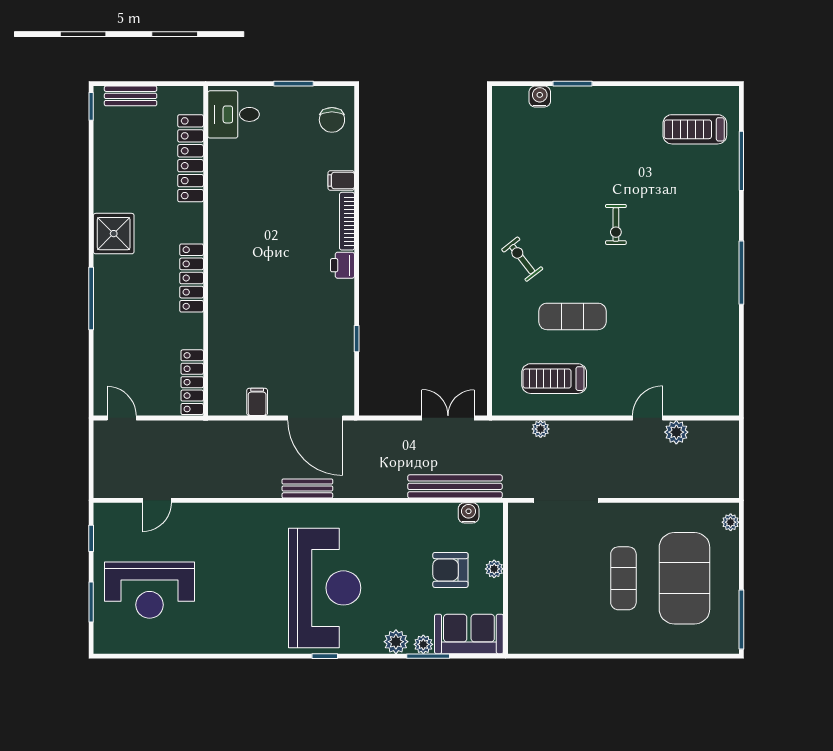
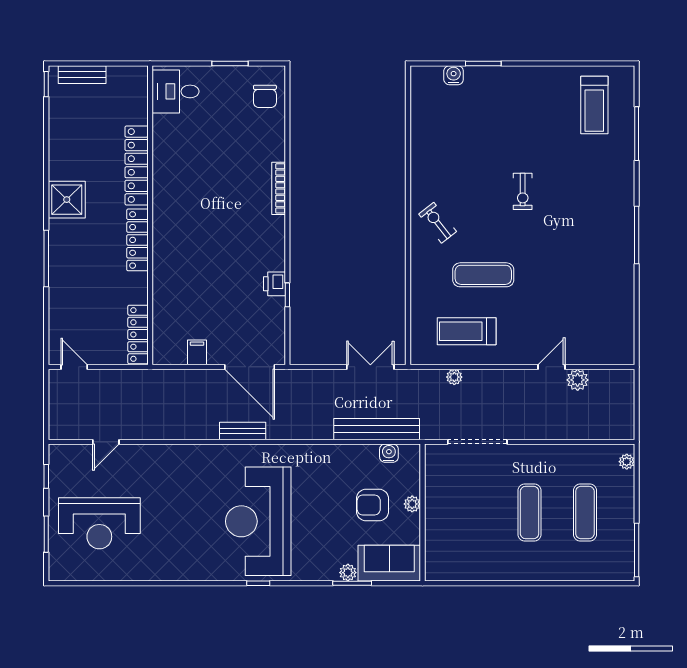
treadmill: (695, 129) -> (594, 105), turned -90
locker: (191, 158) -> (137, 165), moved
filing cabinet: (341, 180) -> (273, 151), removed
printer: (342, 265) -> (274, 284), moved
exercise mat: (684, 578) -> (585, 513), width x0.50, depth x0.69
reception desk: (325, 588) -> (258, 521), turned 180
plant: (396, 642) -> (323, 570), removed

